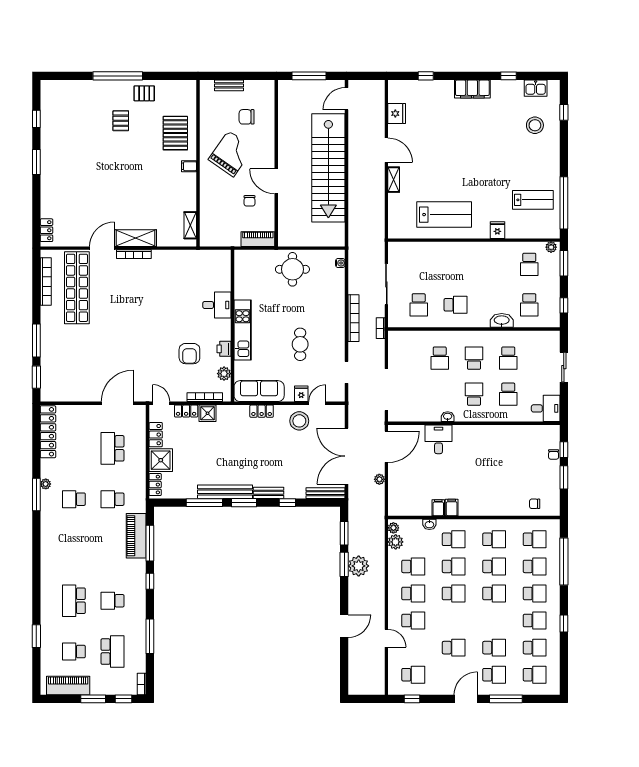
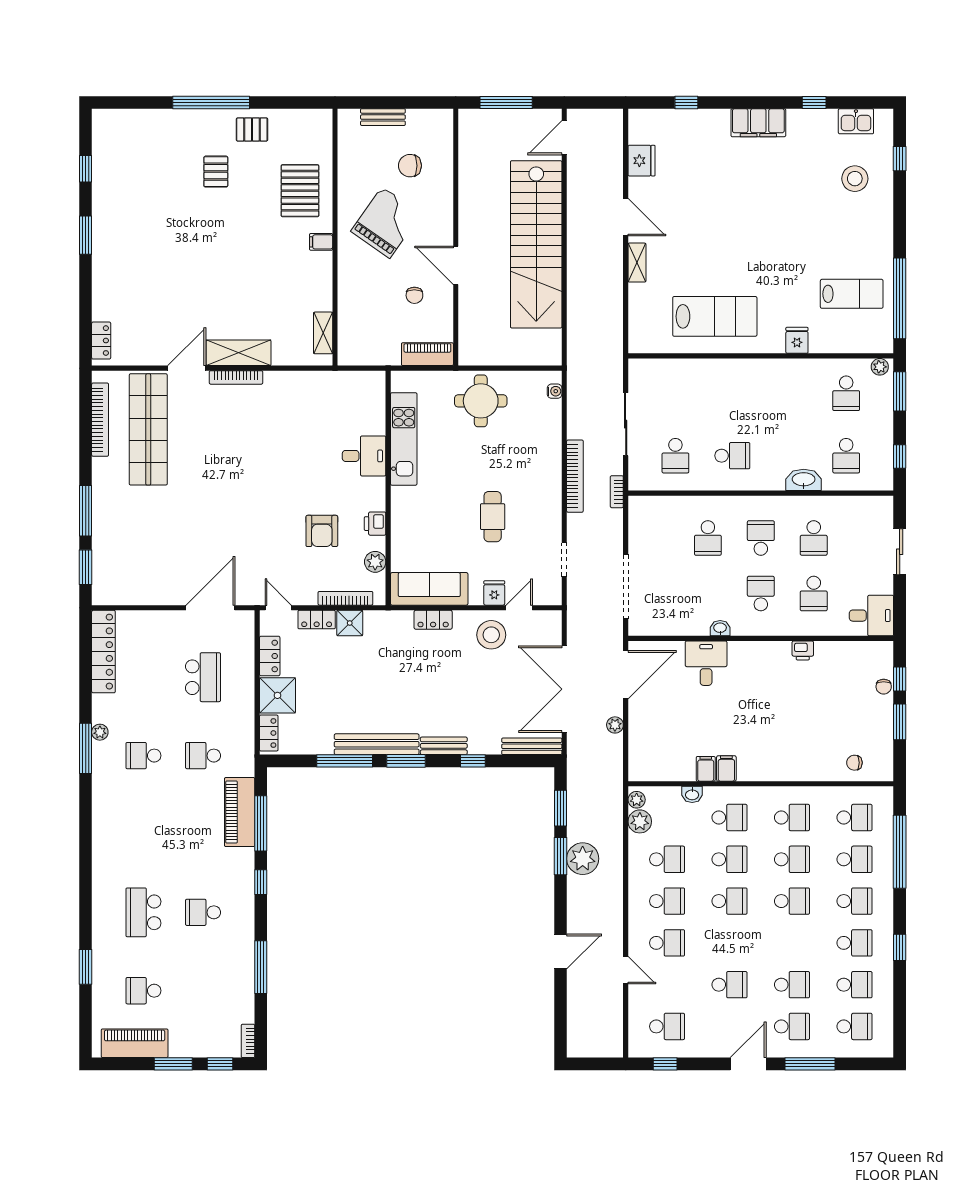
kitchen unit: (243, 330) -> (404, 439), moved
printer: (501, 431) -> (803, 650), added
school desk: (112, 448) -> (203, 677), turned 180
school desk: (112, 652) -> (203, 991), removed

